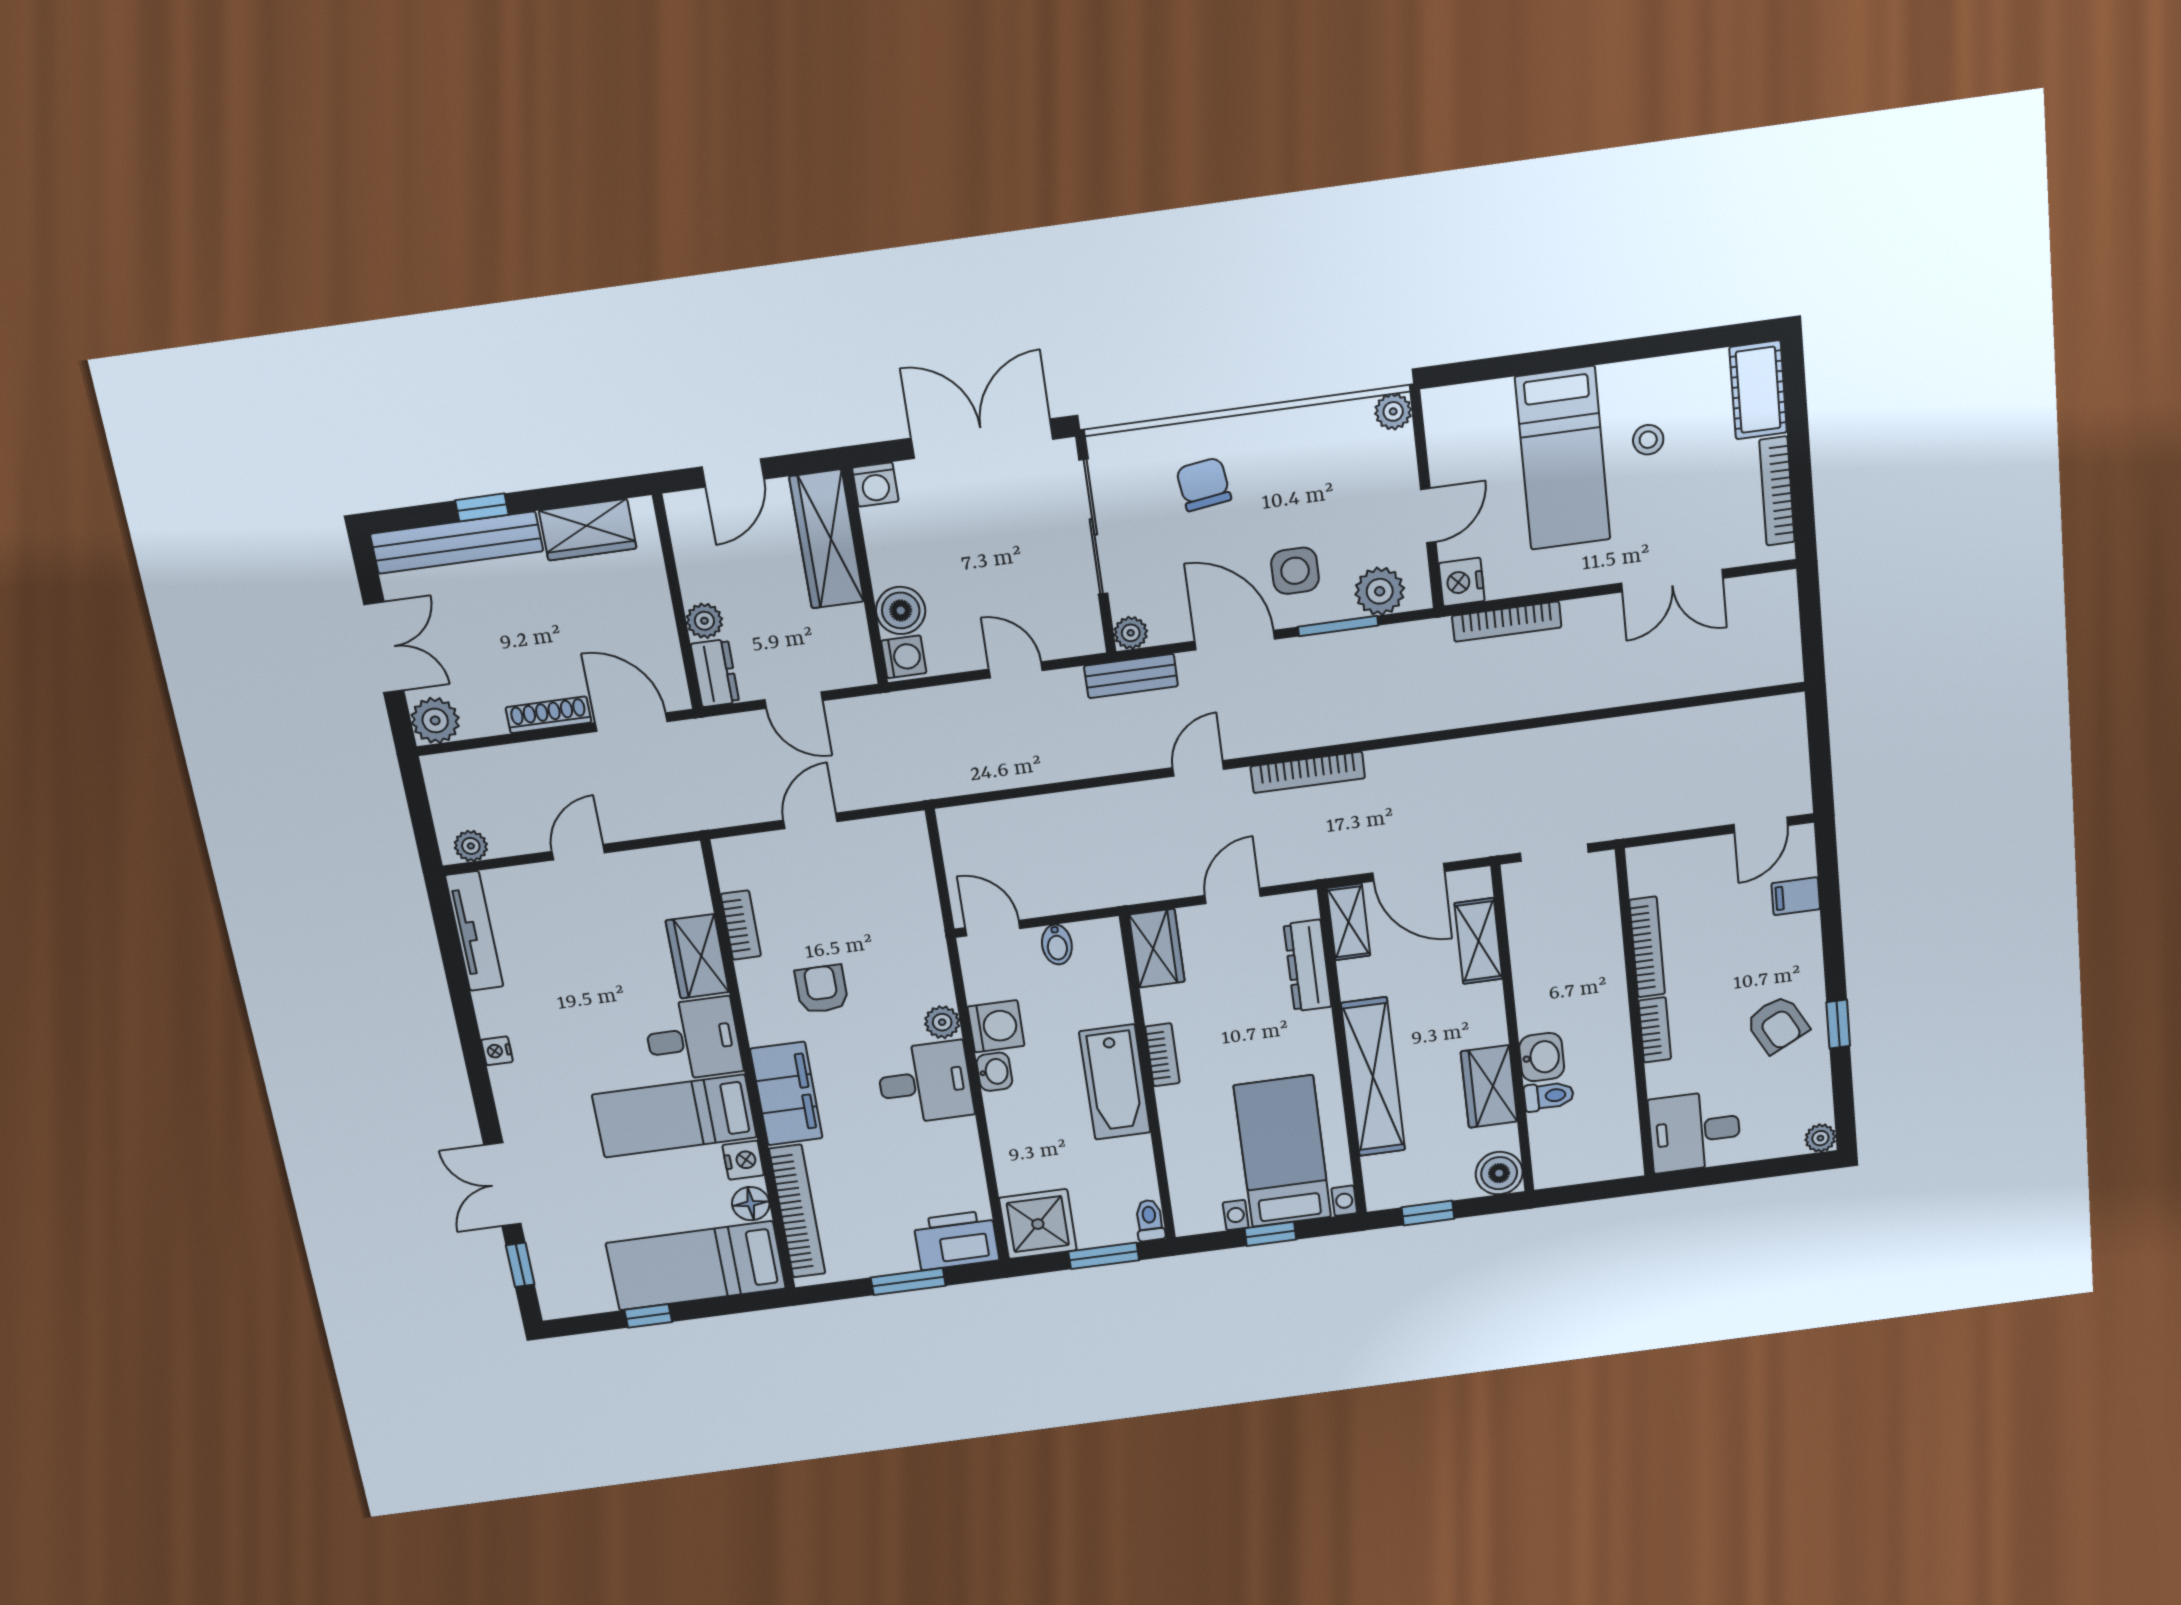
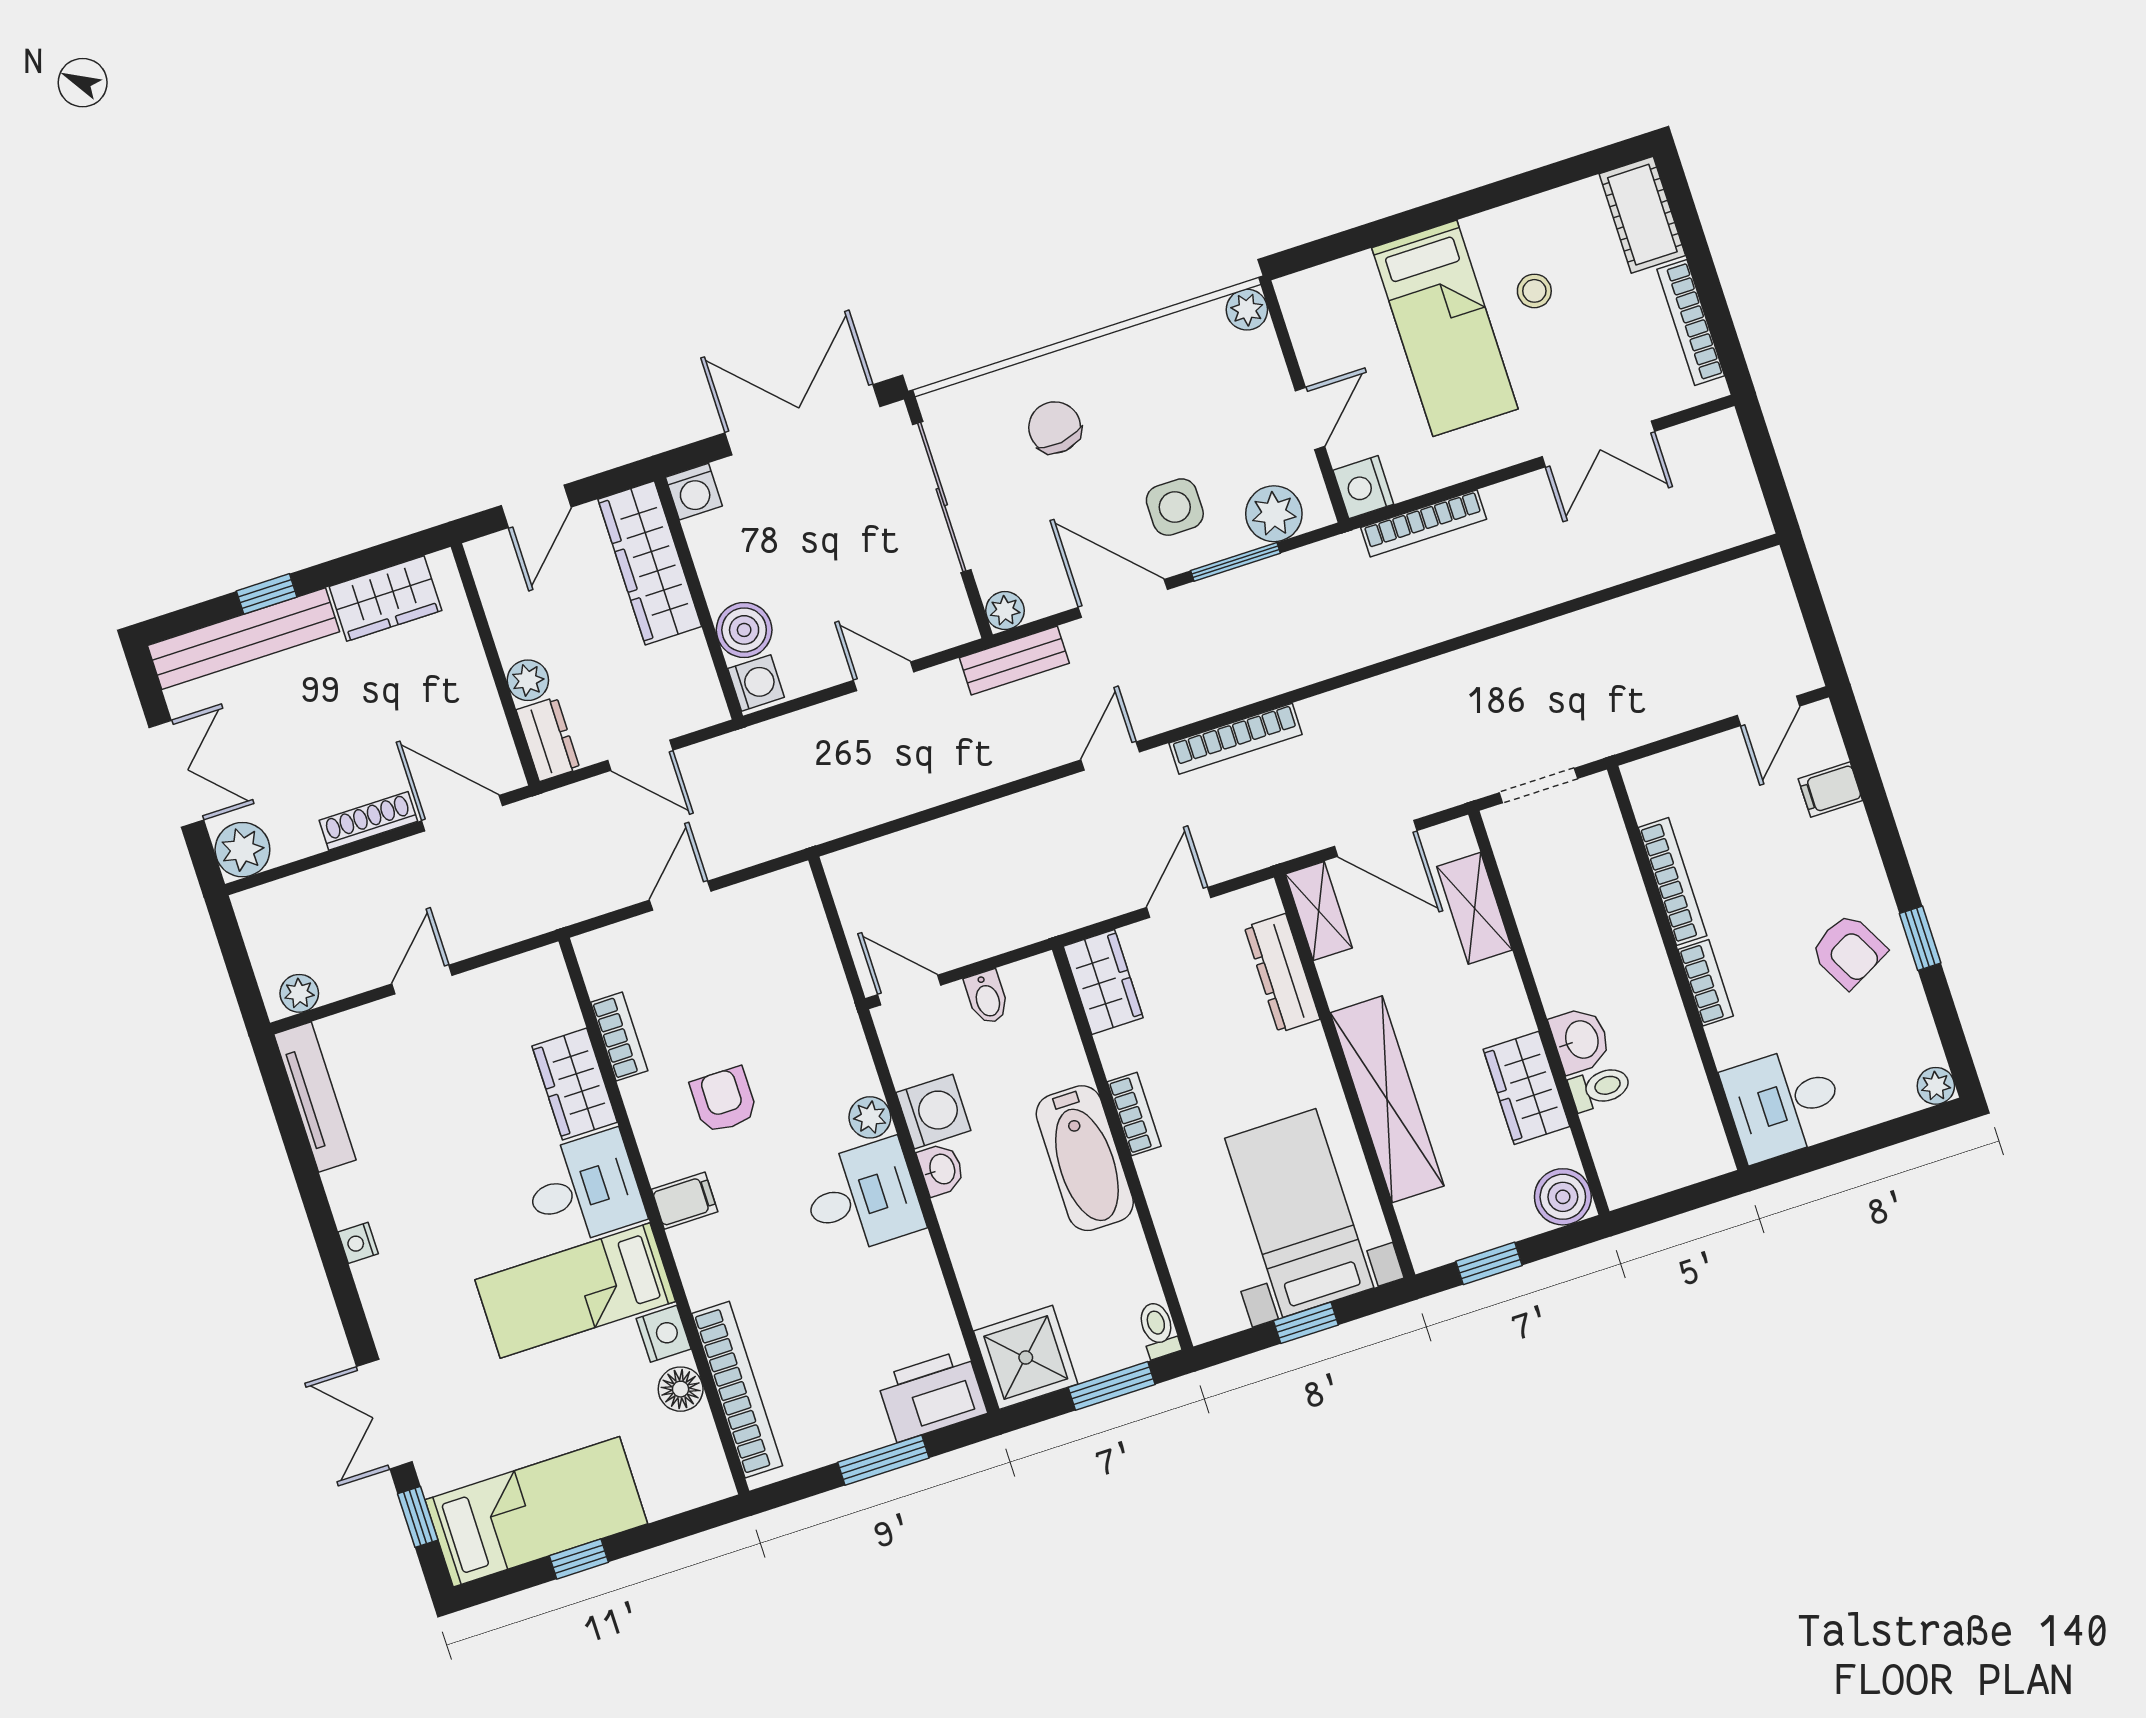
filing cabinet: (786, 1094) -> (685, 1201), width x0.33, depth x0.86
bed: (696, 1266) -> (536, 1512), moved, turned 180

